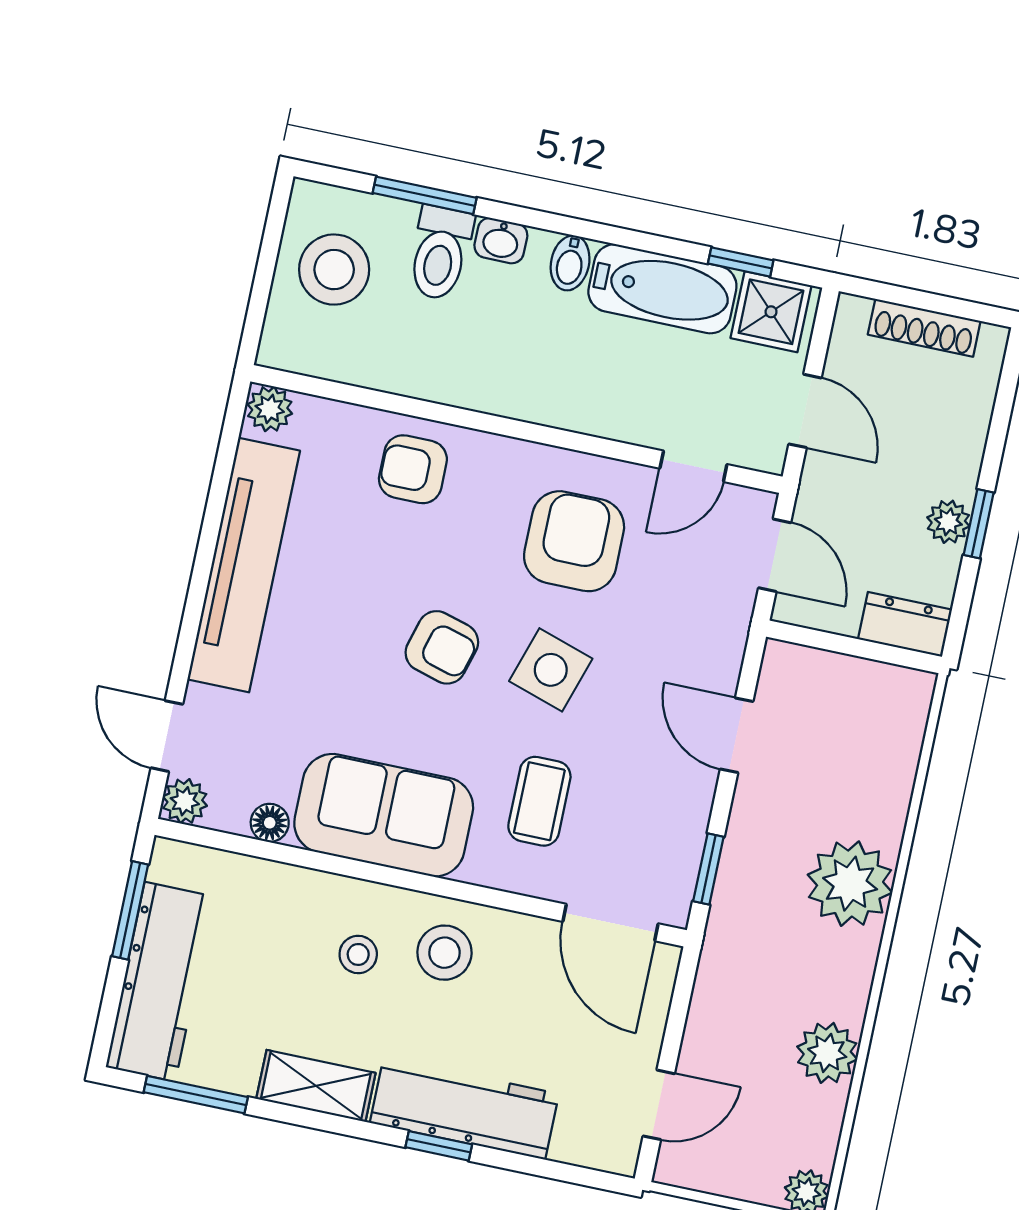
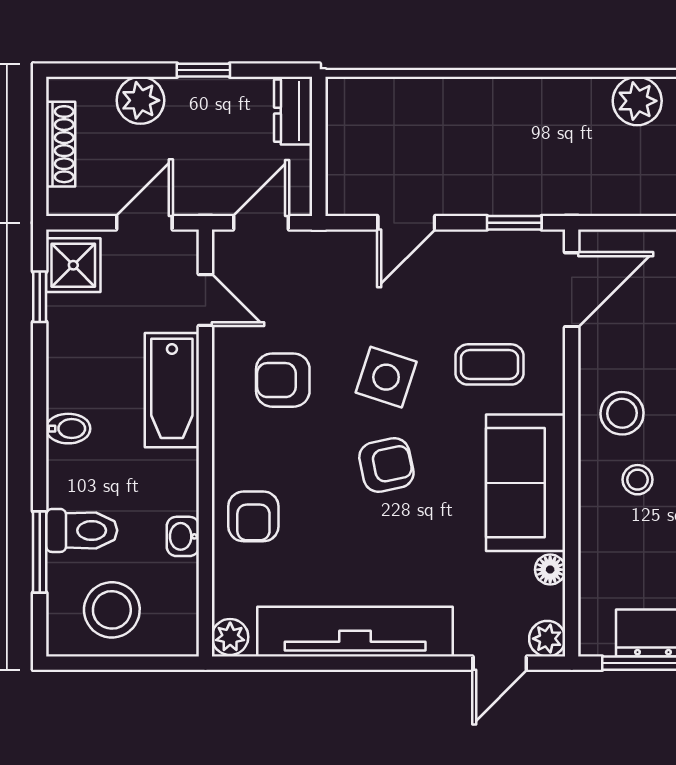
washbasin: (501, 241) -> (183, 536), moved, turned 180
bathtub: (662, 289) -> (172, 390), moved, turned 180
plant: (948, 522) -> (140, 100), moved, width x1.38, depth x1.38
armchair: (574, 541) -> (283, 380), width x0.72, depth x0.72
armchair: (442, 647) -> (386, 465), turned 62
plant: (850, 884) -> (503, 111), removed

